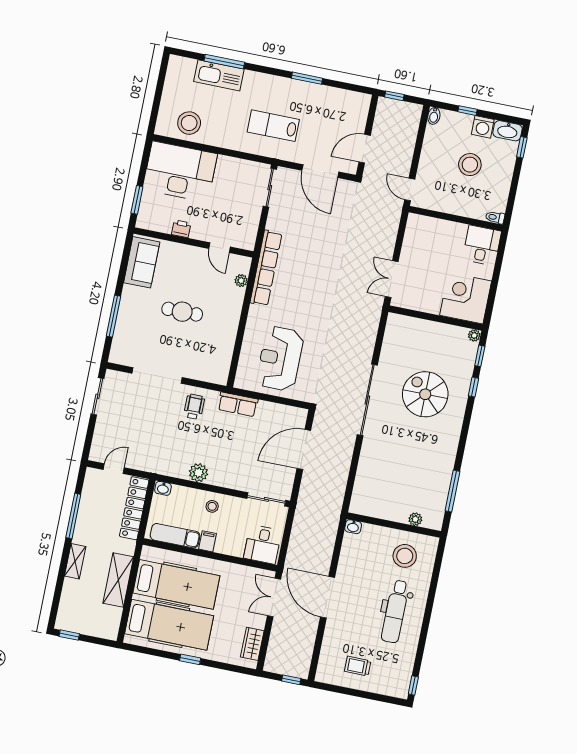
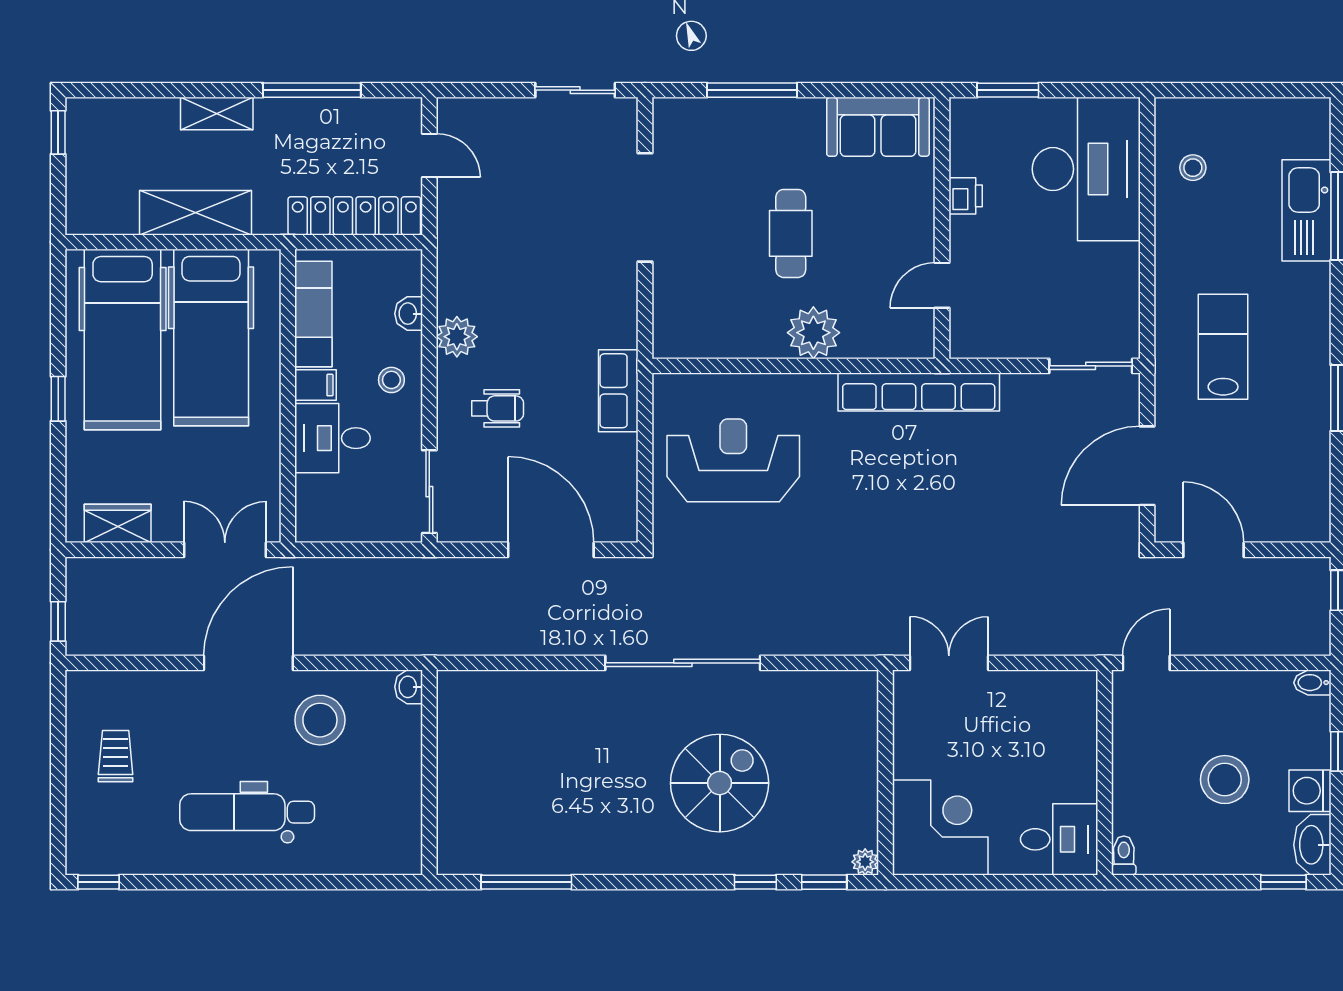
stool: (189, 123) -> (1193, 168), width x0.53, depth x0.53
plant: (241, 281) -> (813, 333), moved, width x1.88, depth x1.88
wheelchair: (194, 407) -> (498, 408), moved
washbasin: (163, 488) -> (409, 314), moved
plant: (415, 519) -> (451, 815), removed
desk: (263, 544) -> (333, 438), moved
stool: (405, 556) -> (320, 720), moved

